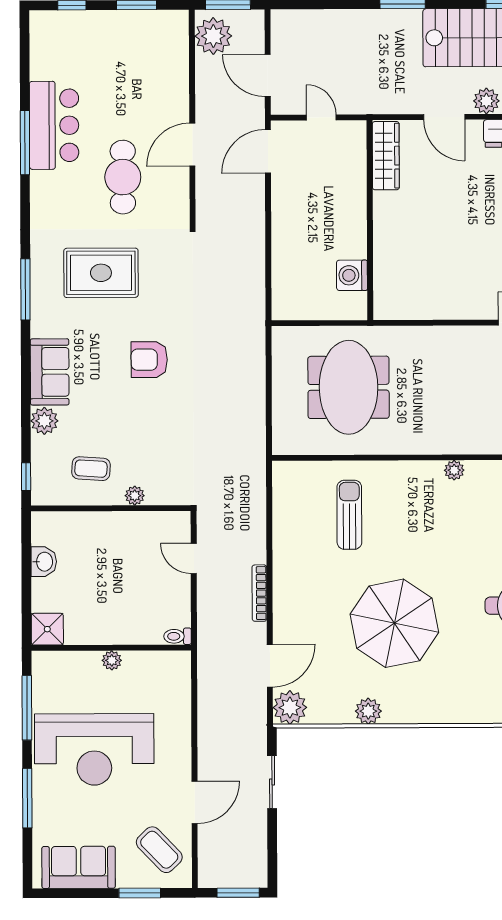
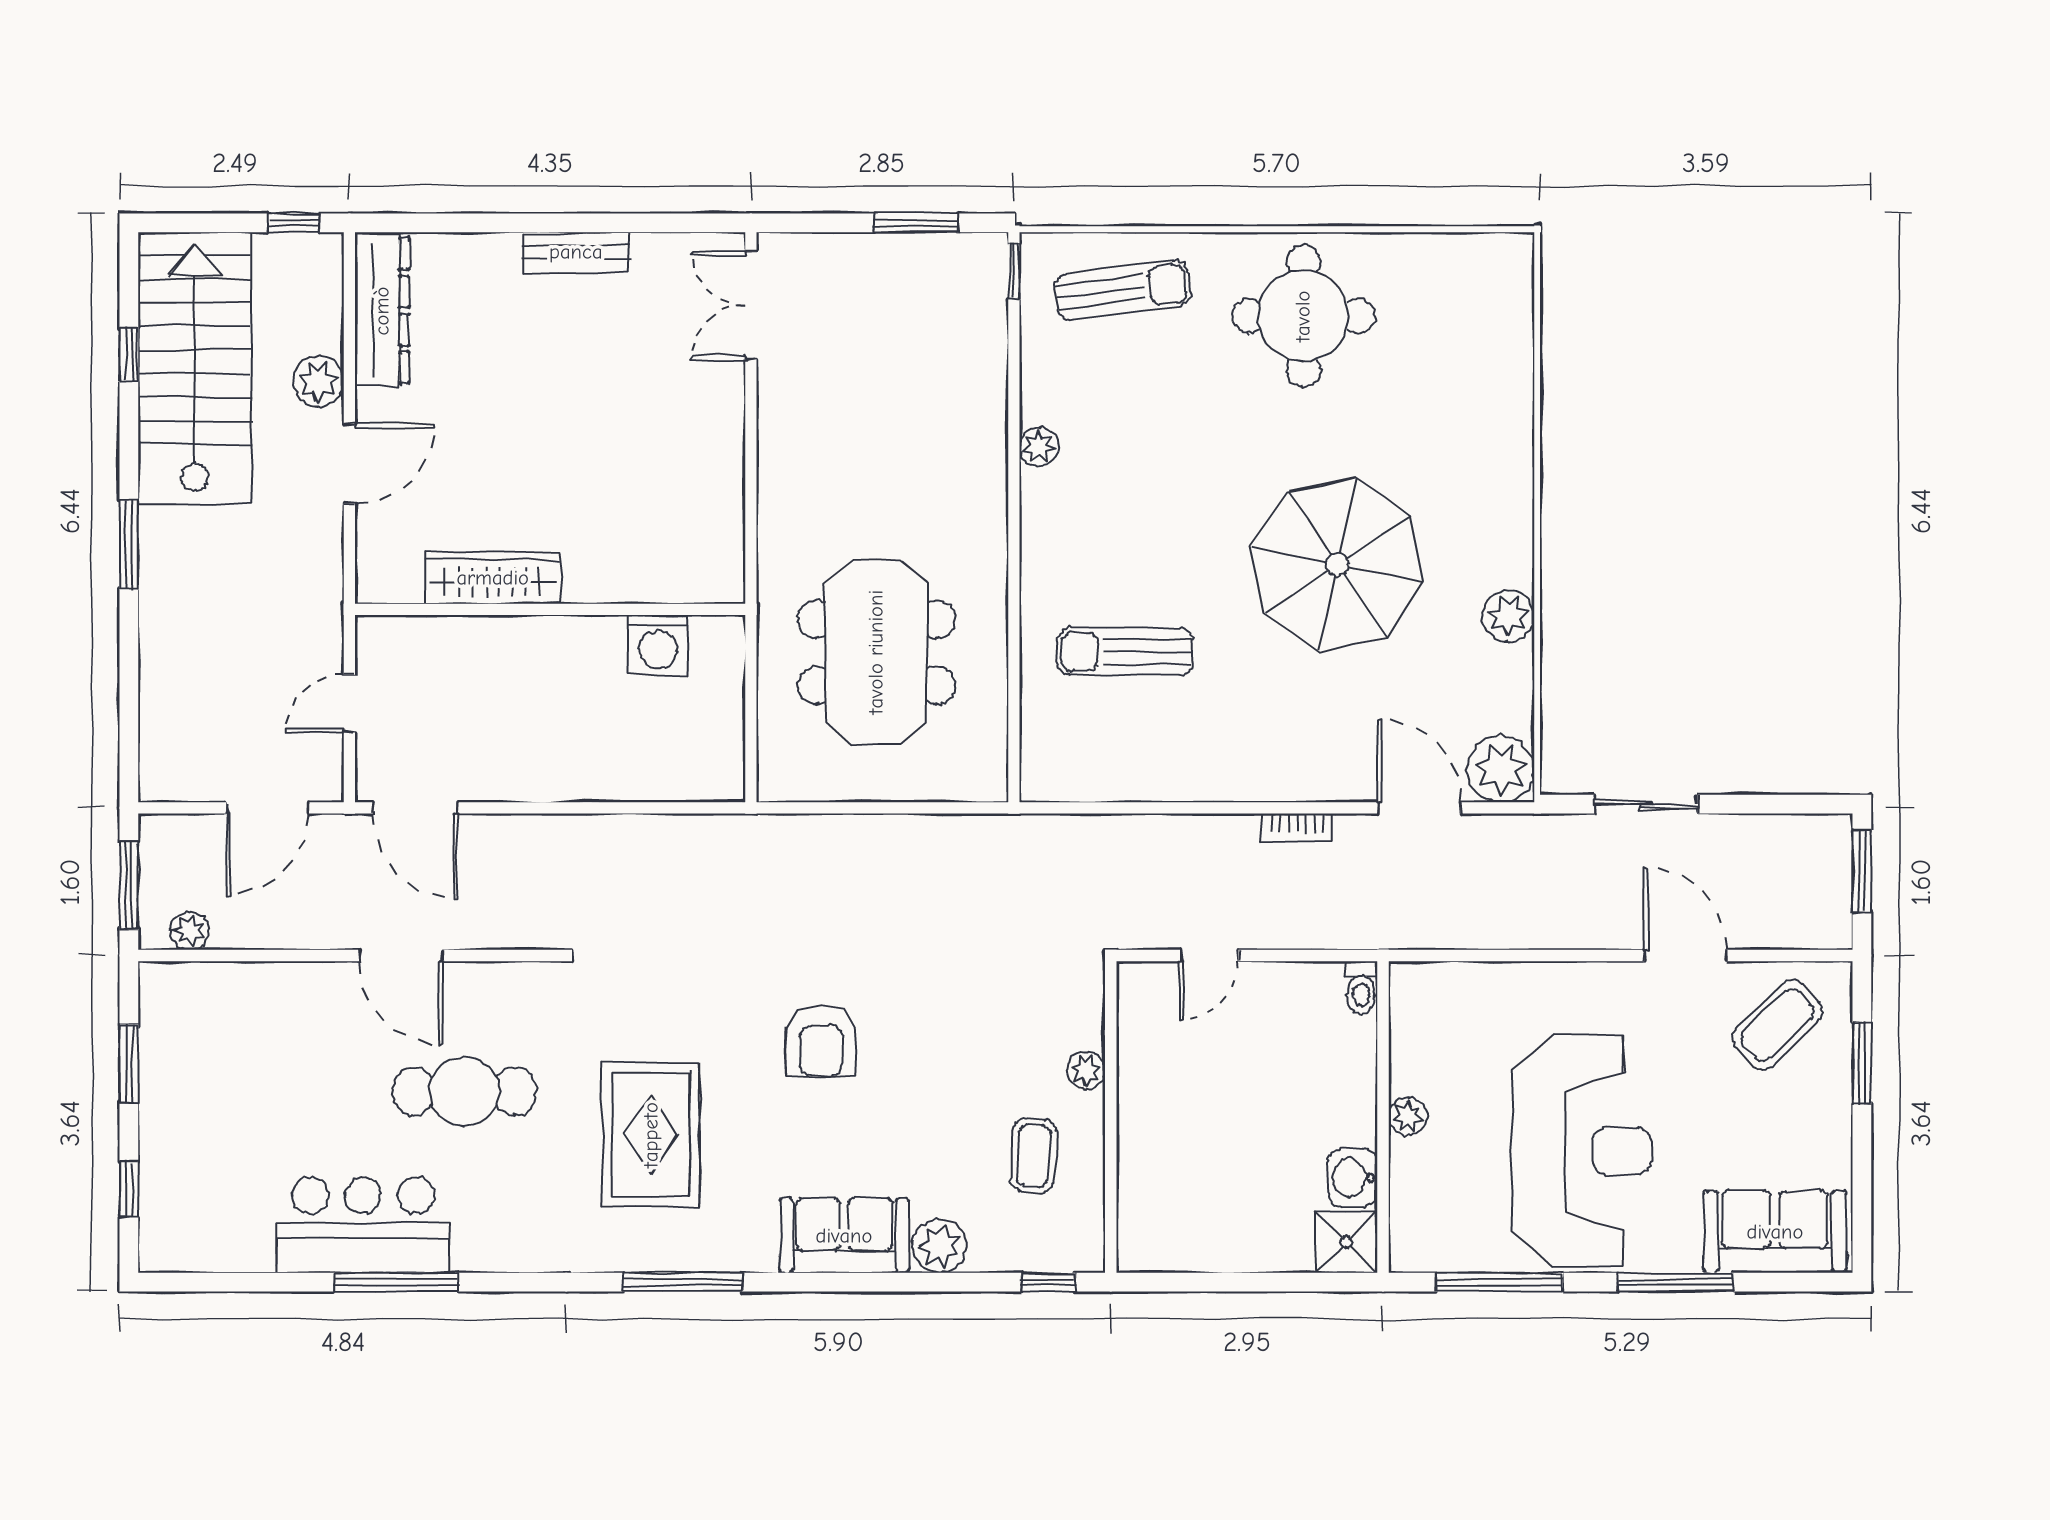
plant: (213, 36) -> (190, 931), width x0.53, depth x0.53
wardrobe: (386, 156) -> (493, 578), moved
meeting table: (349, 387) -> (876, 652), turned 90
washbasin: (44, 562) -> (1353, 1178), moved, turned -90
bookcase: (259, 593) -> (1297, 828), width x0.64
sofa: (79, 867) -> (1775, 1232), moved, turned 90

